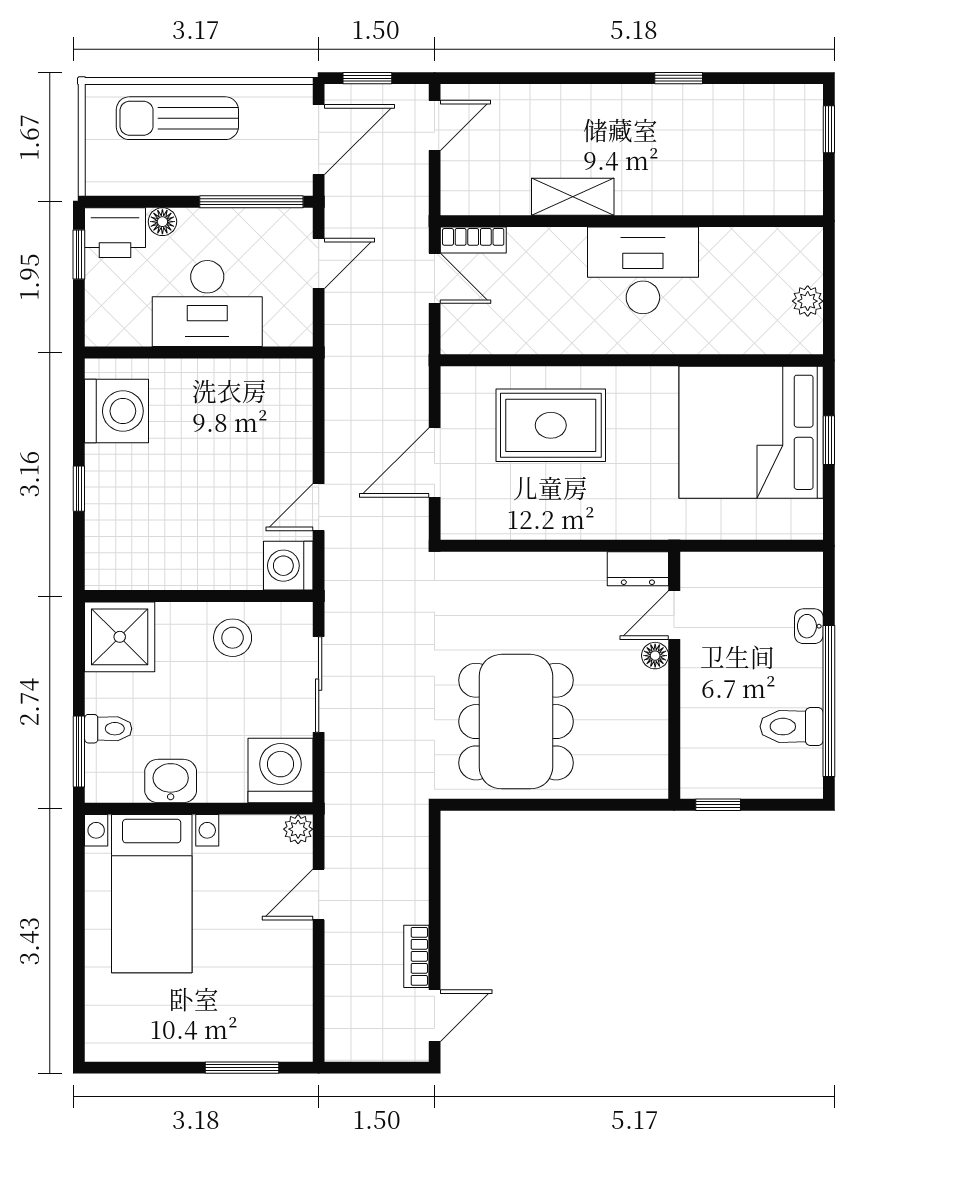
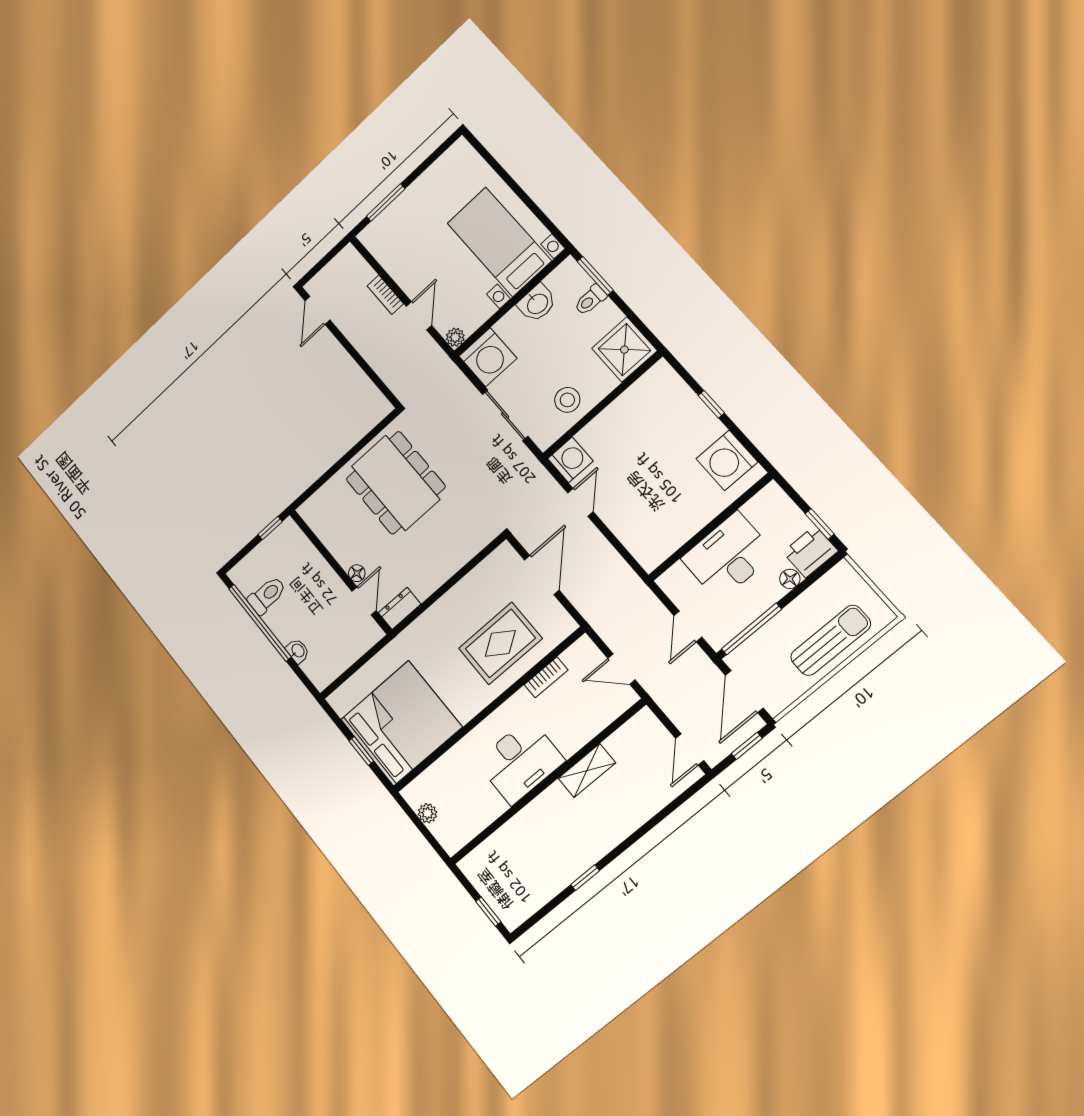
bookcase: (473, 240) -> (546, 677), moved, turned 180
bookcase: (416, 956) -> (385, 295), moved, turned 180

